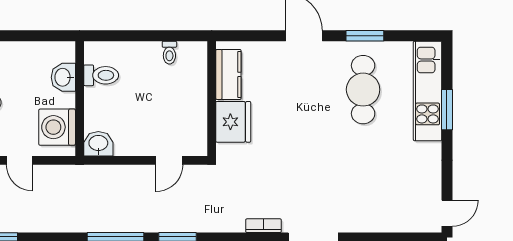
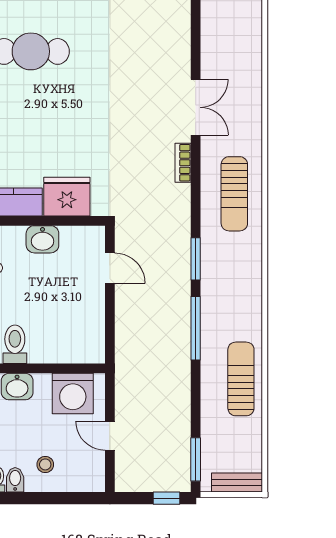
washbasin: (98, 144) -> (42, 239), moved, turned -90
door: (19, 160) -> (110, 436), swing flipped

